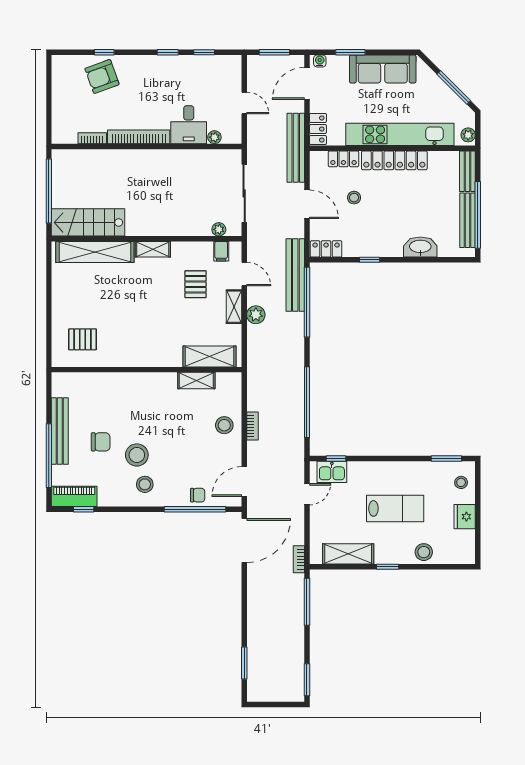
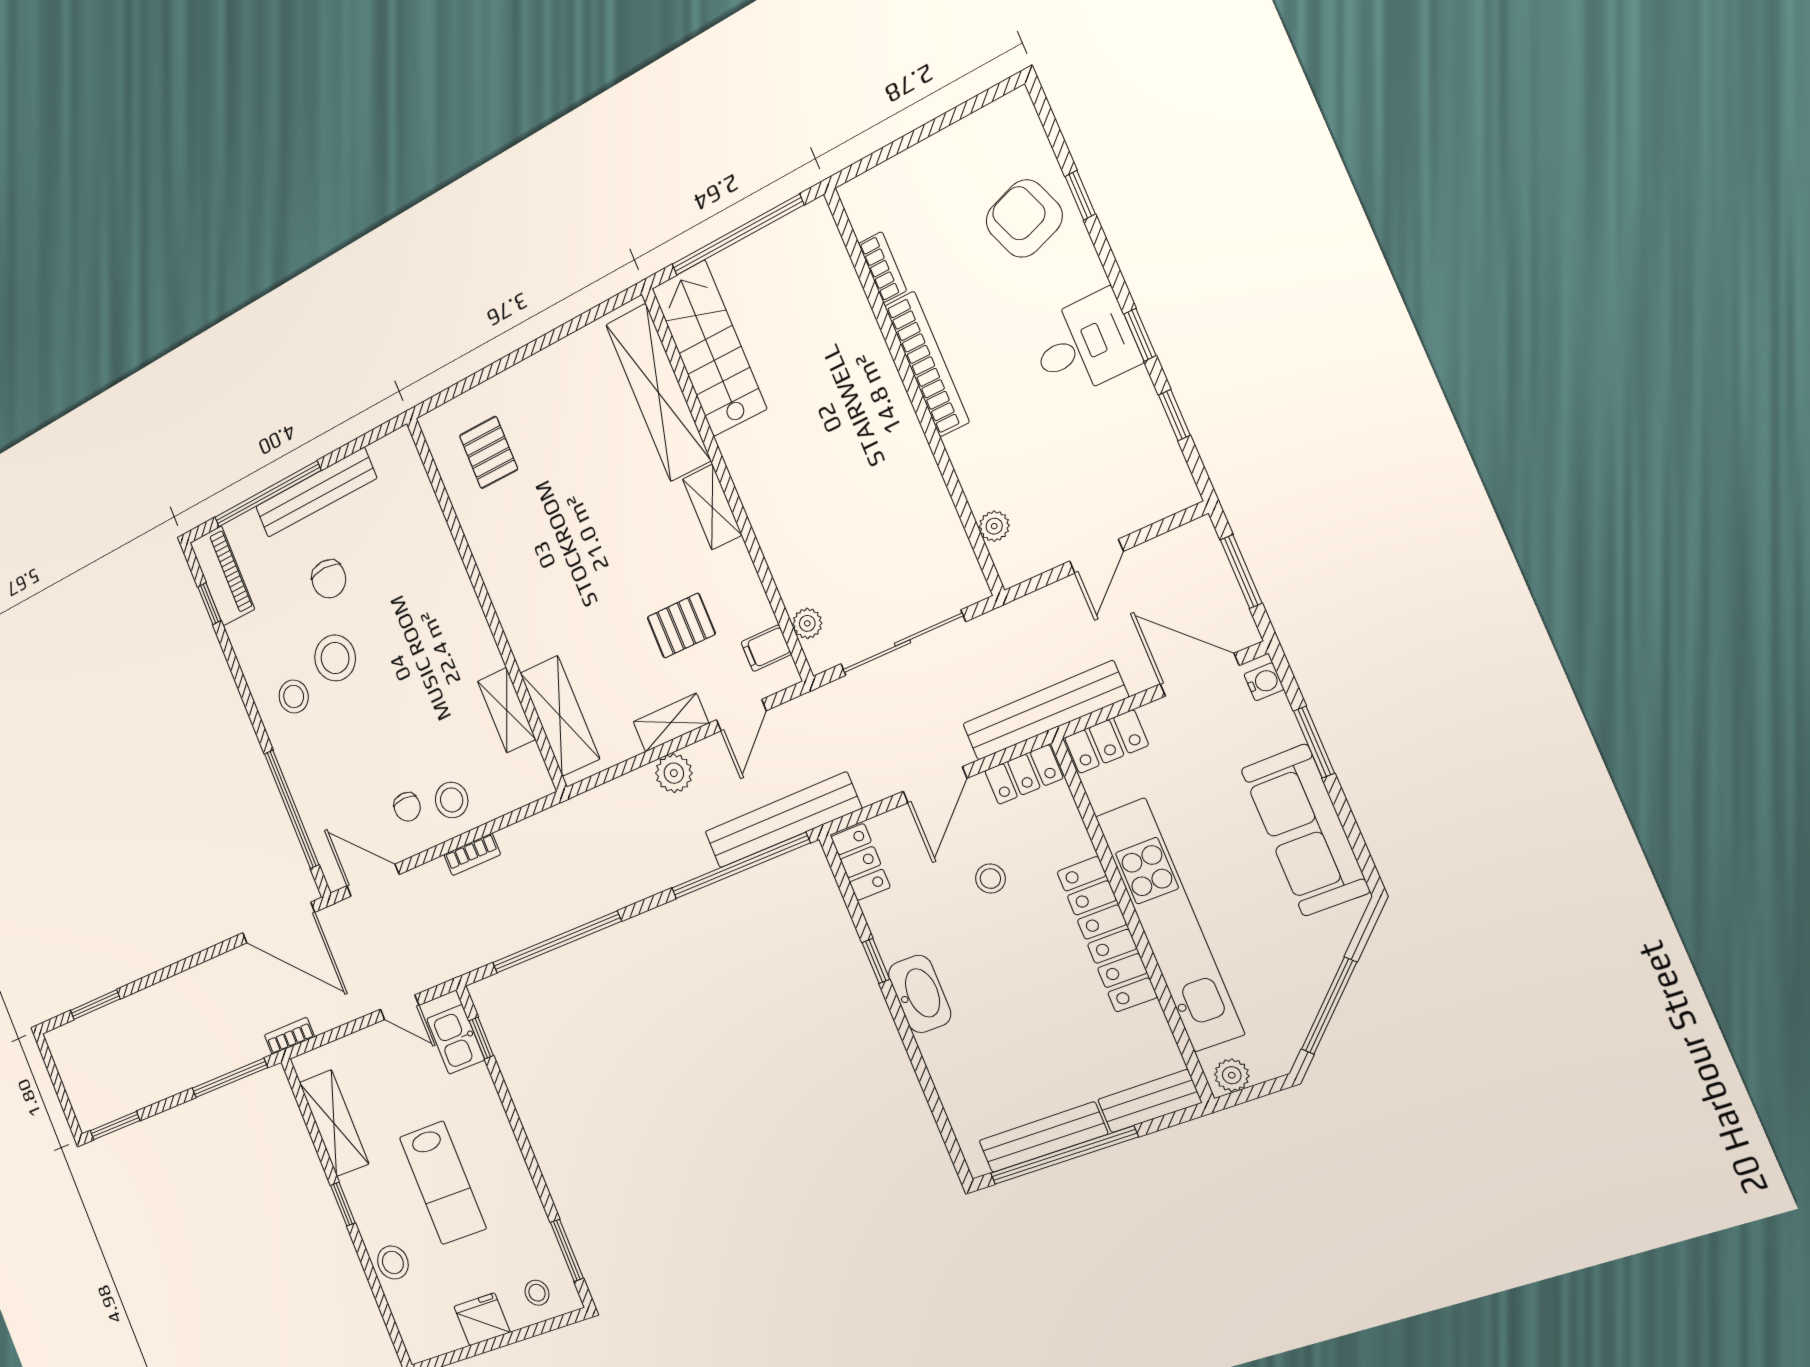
desk: (189, 125) -> (1084, 345), moved, turned 180
locker: (343, 159) -> (1024, 775), moved, turned -90
washbasin: (420, 247) -> (920, 994), moved
chair: (198, 495) -> (407, 807), moved

